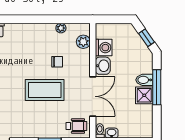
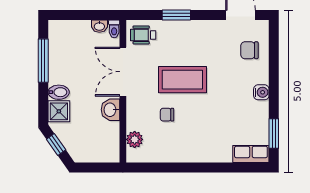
plant: (61, 28) -> (162, 156), removed
washing machine: (104, 48) -> (109, 132), removed
window: (157, 87) -> (43, 61), moved
shower: (144, 95) -> (59, 111), moved

